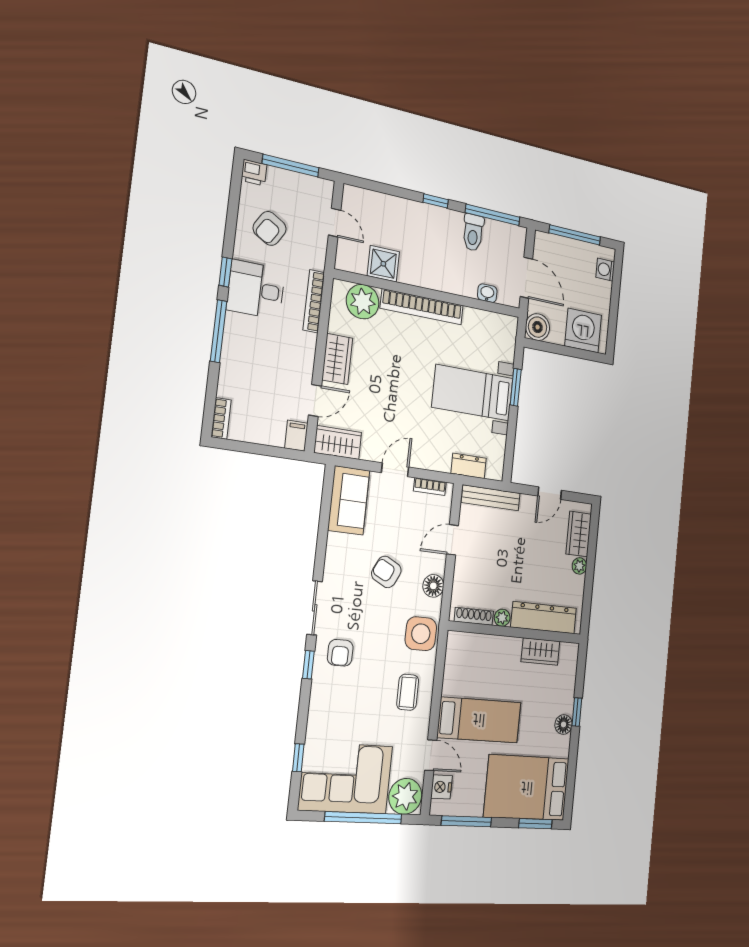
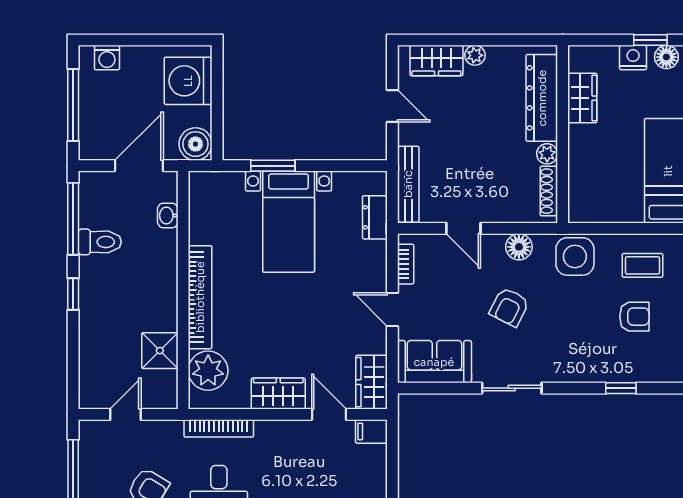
sliding door: (315, 608) -> (512, 388), moved
armchair: (340, 653) -> (634, 317), moved
nightstand: (566, 697) -> (633, 58), added

